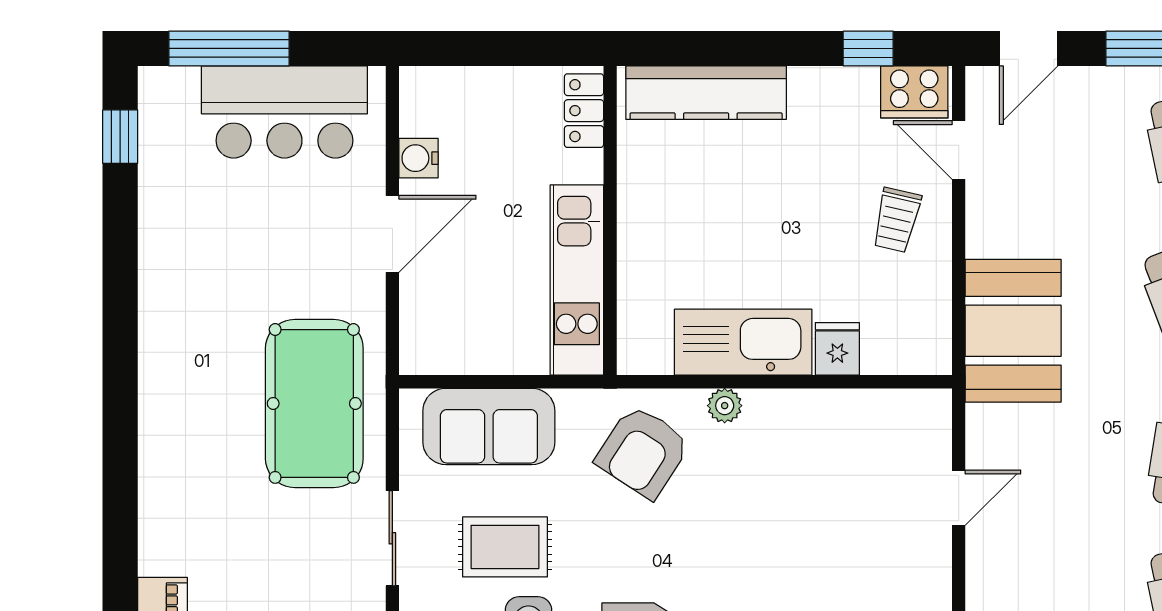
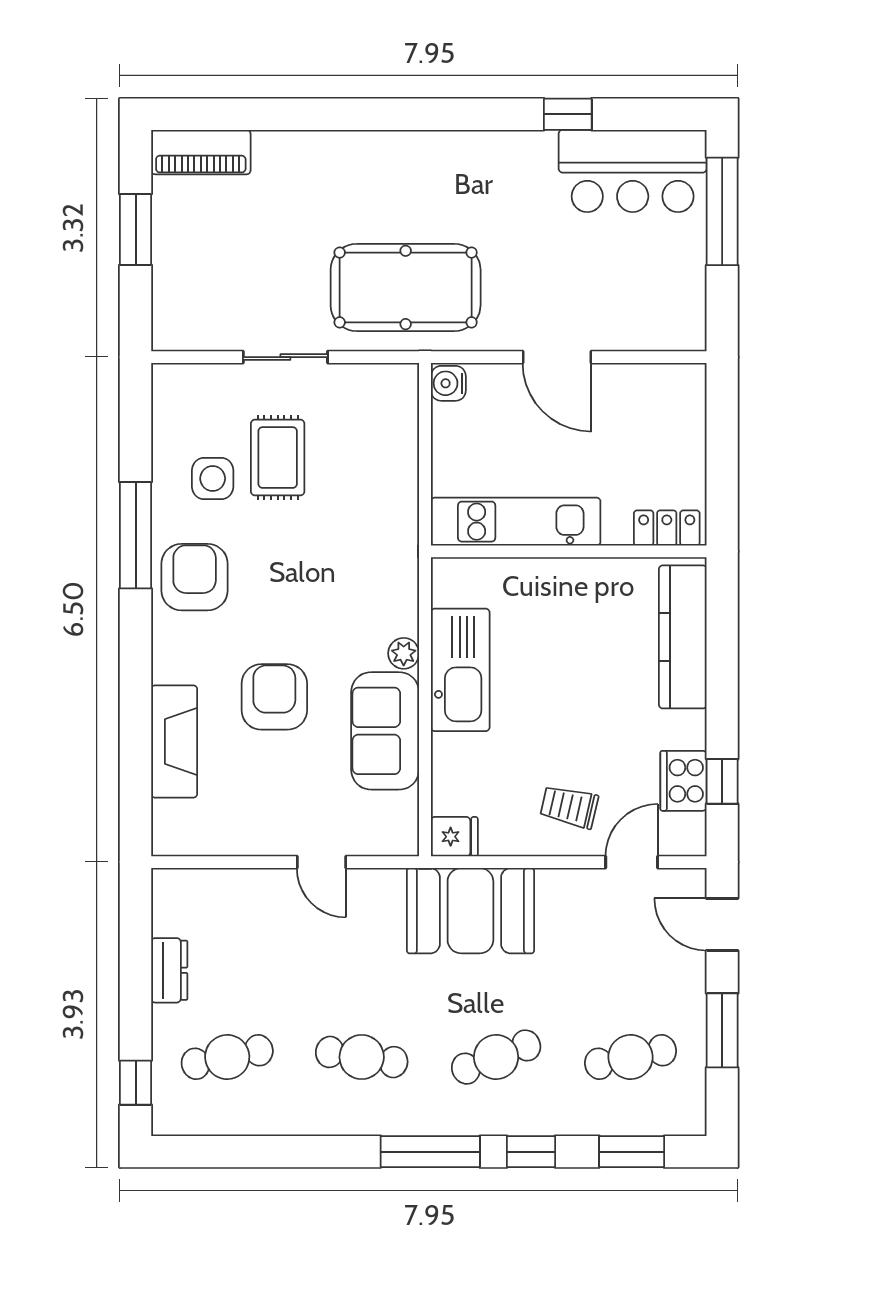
cooker: (914, 92) -> (683, 781), moved
bar counter: (284, 112) -> (633, 171), moved, turned -90
window: (120, 137) -> (568, 114), moved
water cooler: (419, 158) -> (448, 383), moved, turned -90
fridge: (837, 349) -> (454, 837), moved
sofa: (489, 426) -> (385, 731), moved
armchair: (643, 452) -> (274, 697), moved, turned 57

